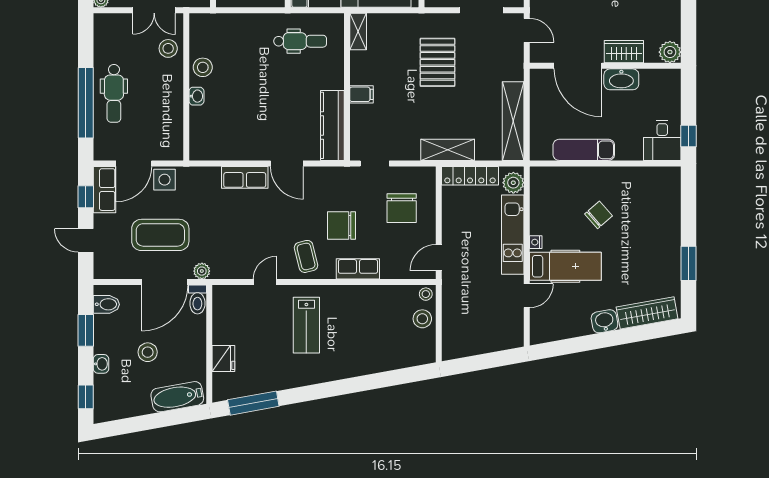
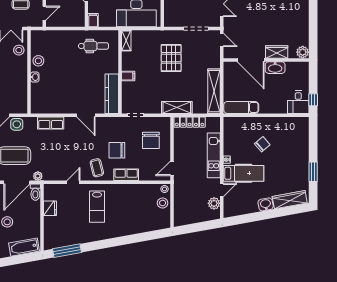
exam couch: (584, 150) -> (241, 107), moved
row of seats: (245, 177) -> (51, 123), moved
plant: (513, 183) -> (214, 203), moved
fridge: (223, 359) -> (50, 208), moved

